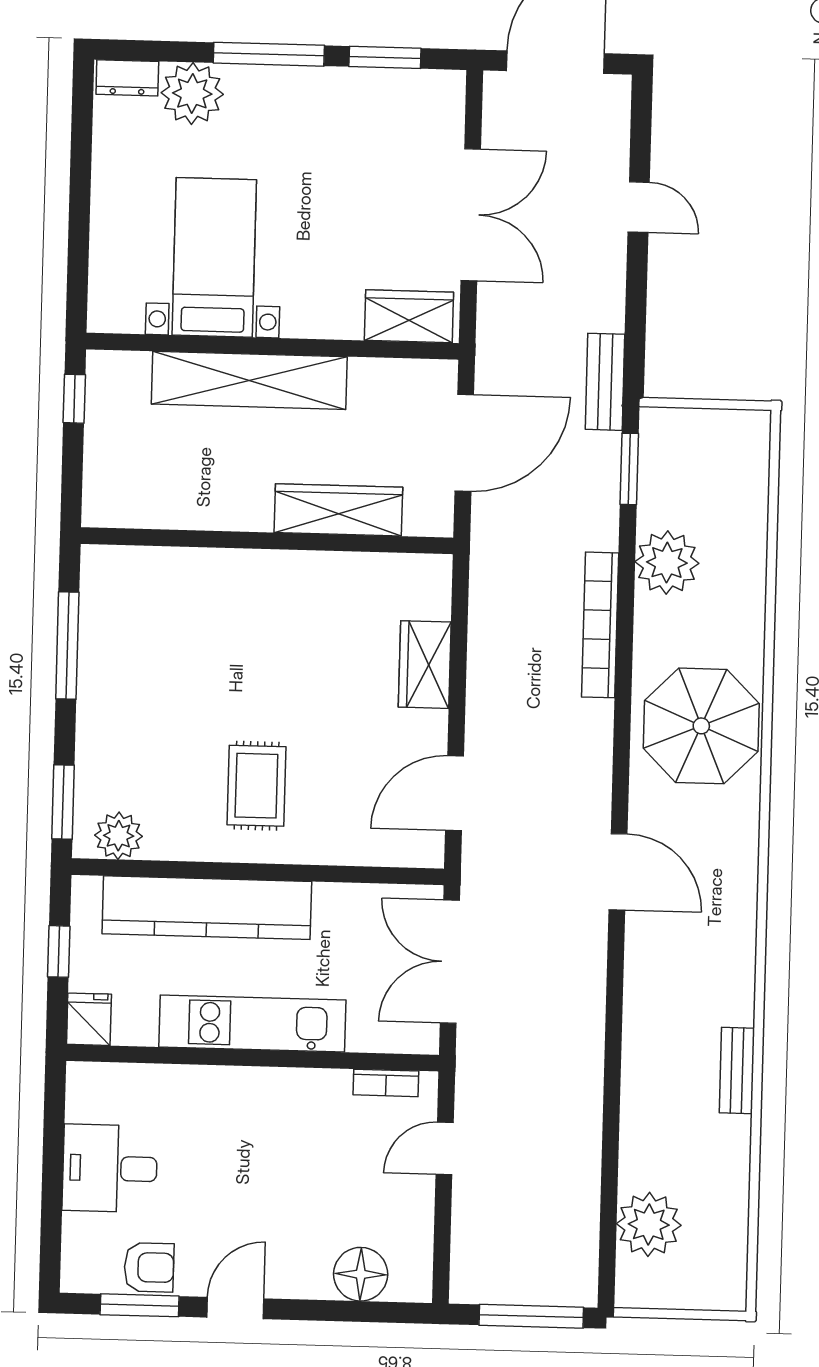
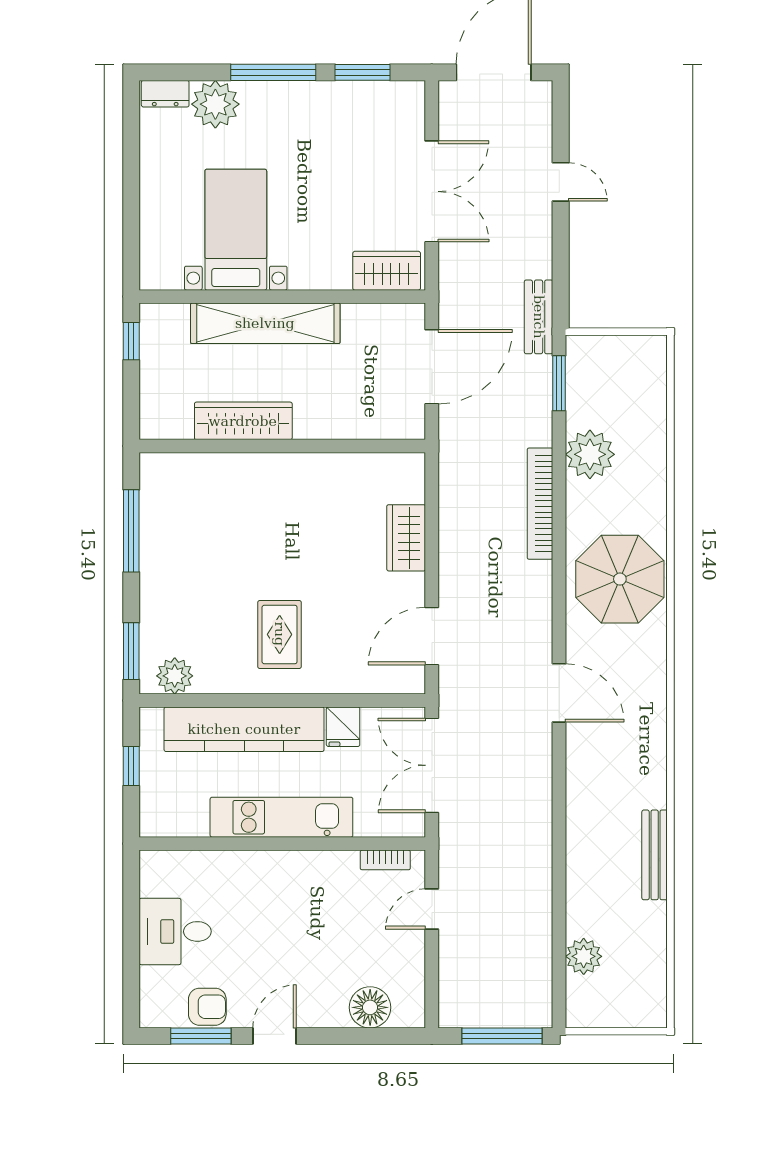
wardrobe: (338, 510) -> (243, 421), moved
fridge: (89, 1019) -> (343, 727), moved, turned 180
bench: (737, 1070) -> (655, 855), width x1.36
plant: (649, 1224) -> (584, 956), width x0.73, depth x0.73

